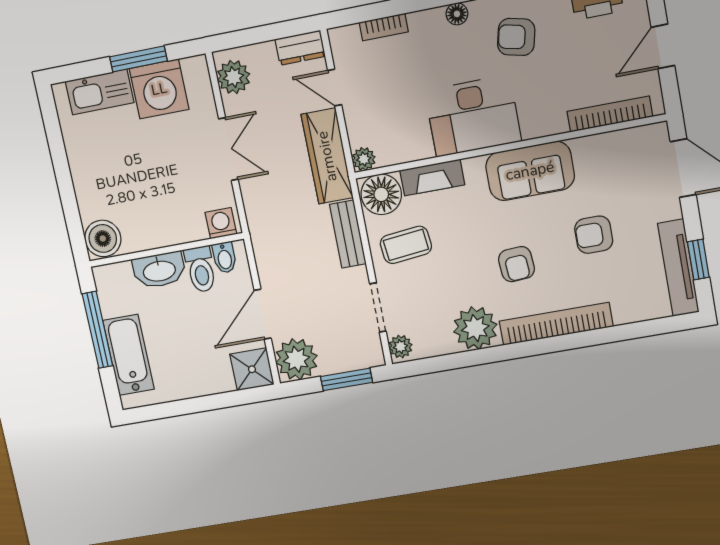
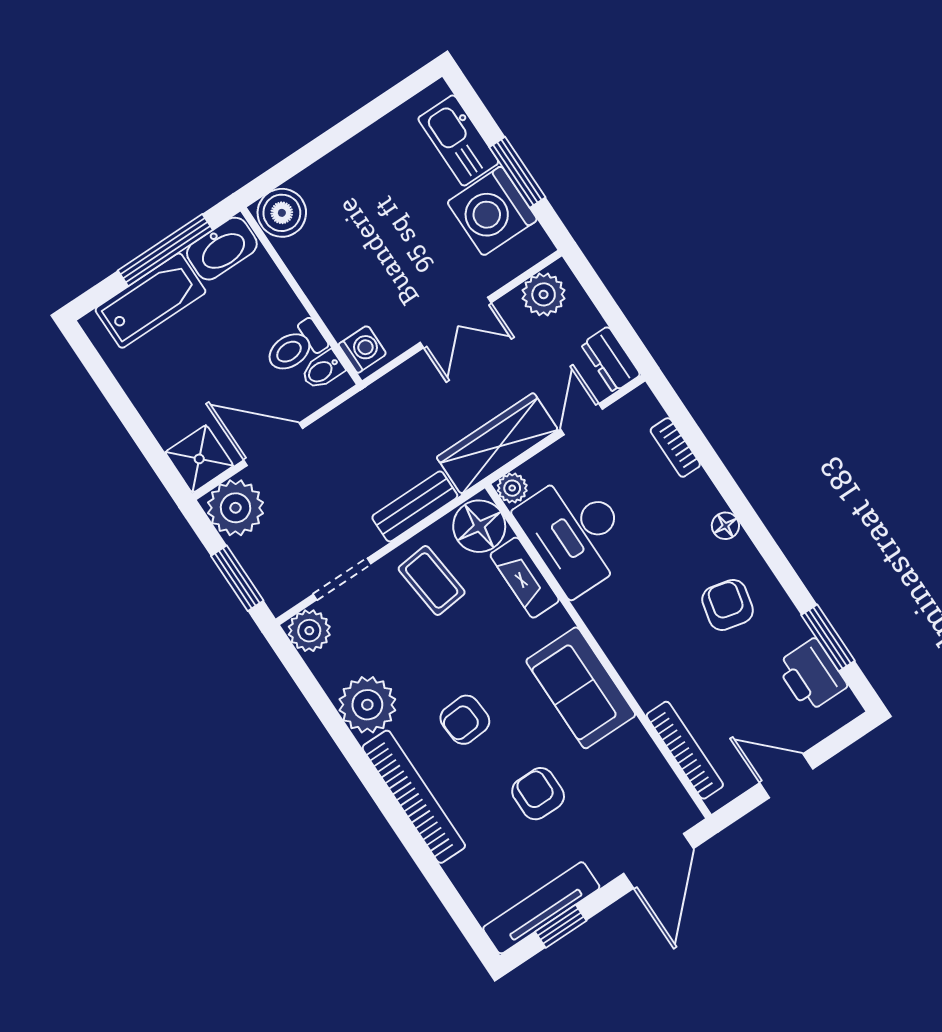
desk: (473, 116) -> (576, 533), moved
washbasin: (159, 270) -> (222, 249), moved, turned -90
plant: (401, 347) -> (309, 631), width x1.38, depth x1.38

